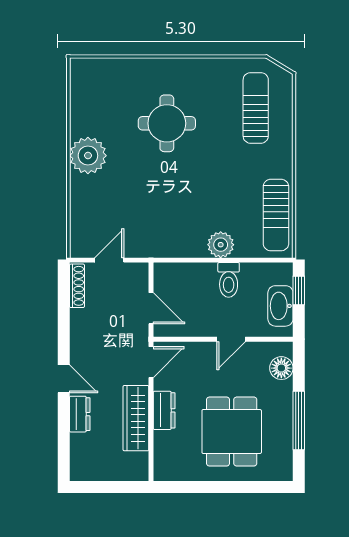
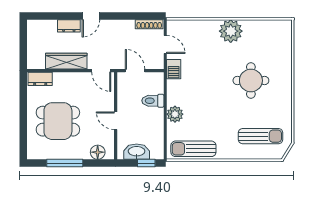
barbecue: (149, 247) -> (174, 69), added
toilet: (229, 280) -> (153, 101), moved
door: (151, 308) -> (135, 71), swing flipped
dresser: (164, 410) -> (40, 79), moved

